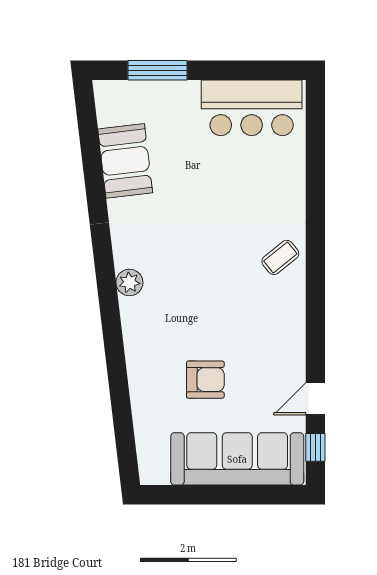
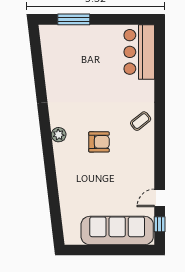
bar counter: (252, 108) -> (139, 52), moved, turned 90
booth: (125, 161) -> (56, 69), removed
armchair: (205, 380) -> (99, 142), moved

